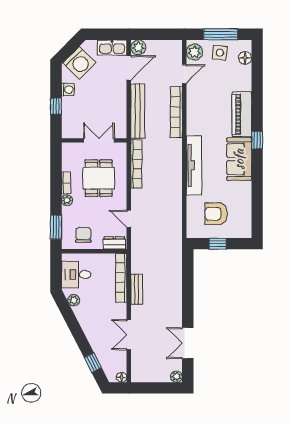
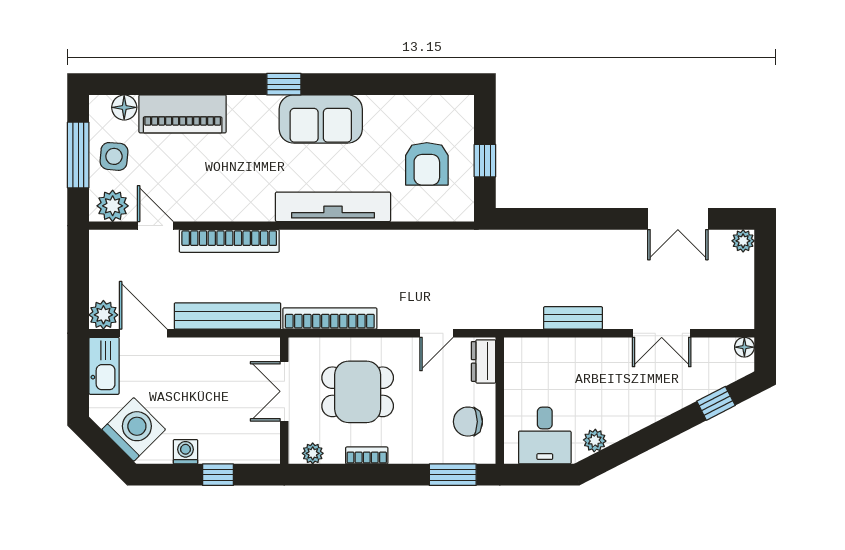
piano: (242, 114) -> (183, 114), moved
plant: (67, 200) -> (313, 453), moved
bookcase: (121, 278) -> (551, 348), removed

